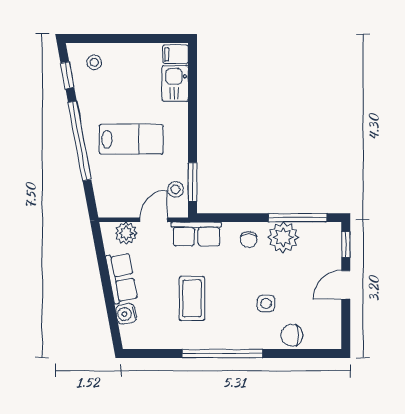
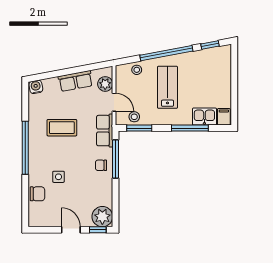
stool: (94, 62) -> (137, 70), moved
window: (193, 106) -> (190, 128), added
lab bench: (131, 139) -> (167, 87), turned 180
window: (298, 218) -> (115, 159), moved
plant: (283, 237) -> (102, 217), moved
water cooler: (126, 314) -> (36, 87), moved
chair: (292, 335) -> (37, 194), turned 90

